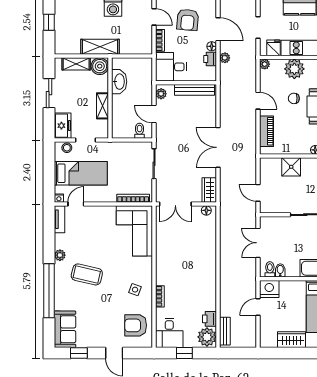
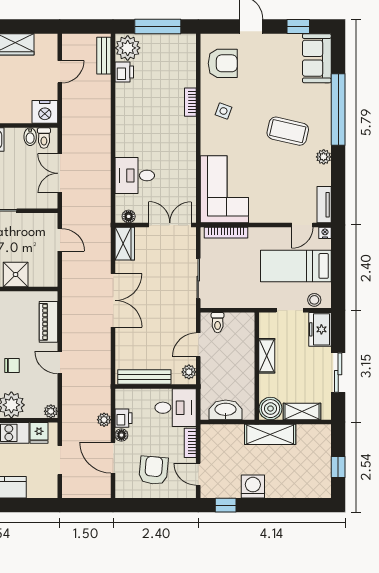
washbasin: (119, 82) -> (226, 410), moved, turned 90
door: (154, 114) -> (198, 345), swing flipped
double door: (258, 243) -> (60, 173), swing flipped
door: (258, 307) -> (60, 72), moved
desk: (169, 333) -> (135, 175), moved, turned -90
window: (184, 353) -> (158, 27), width x2.17

